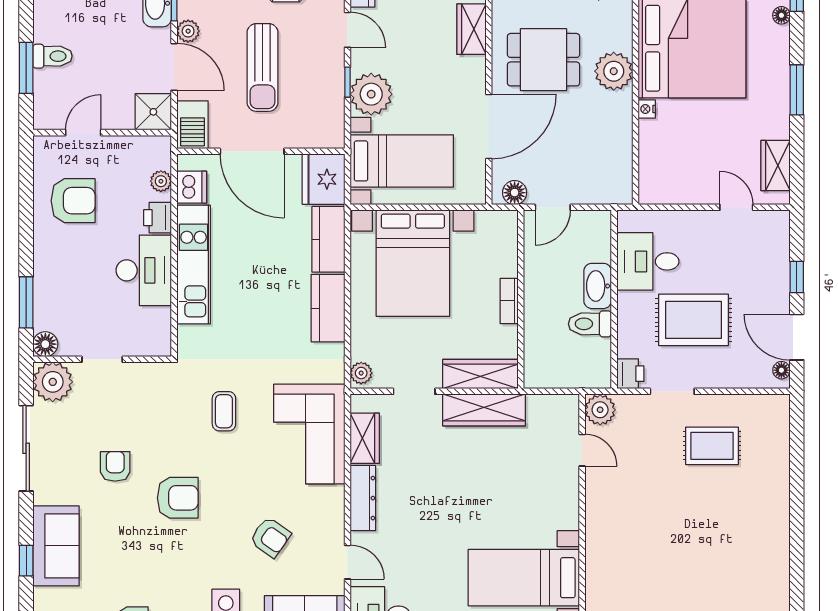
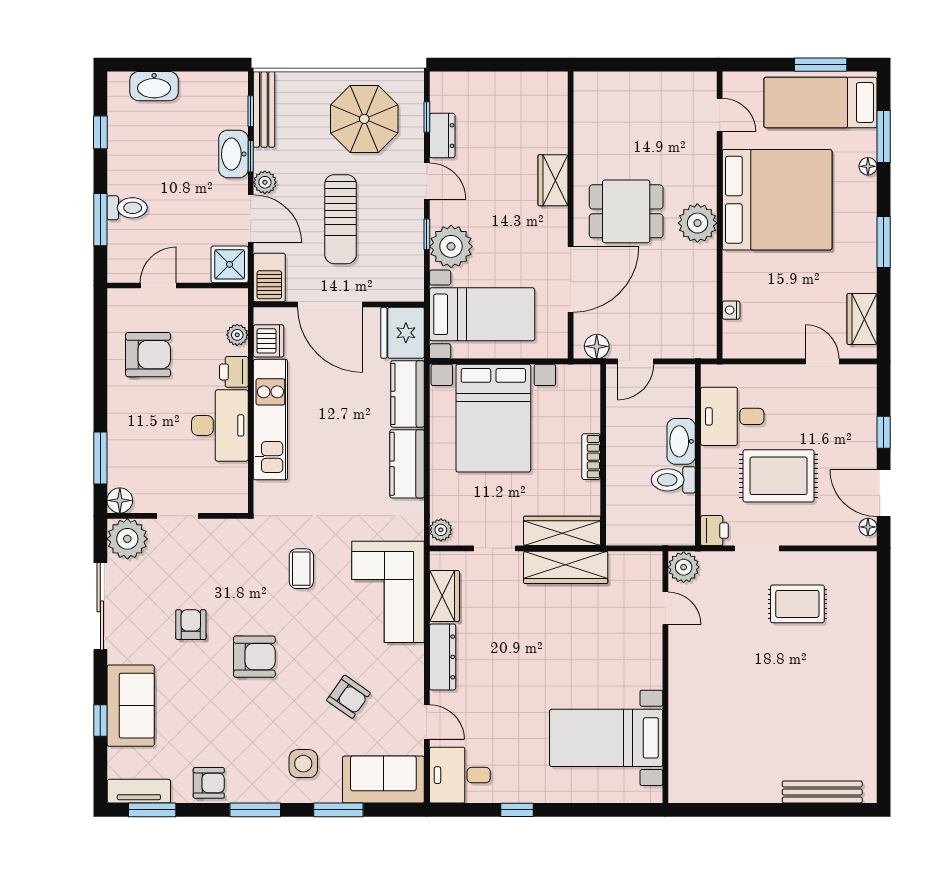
nightstand: (647, 109) -> (731, 310), moved

